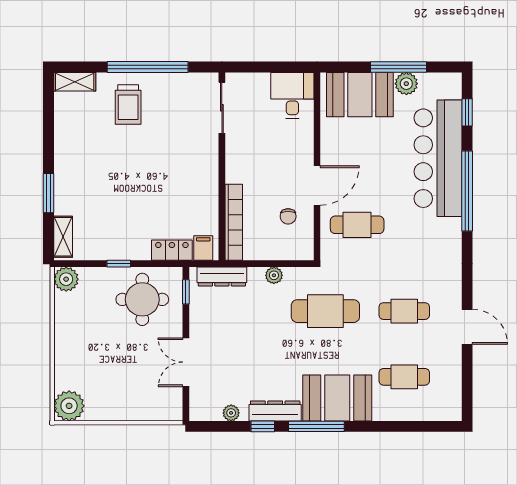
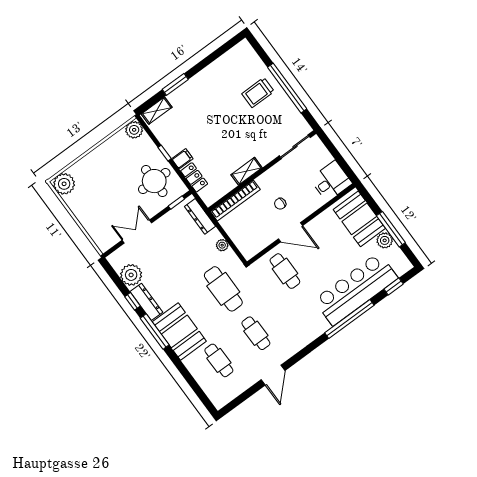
shelving: (75, 82) -> (247, 171), moved, turned 90
chair: (288, 216) -> (280, 204), moved
filing cabinet: (203, 248) -> (182, 159), moved
plant: (231, 413) -> (131, 275), width x1.88, depth x1.88

